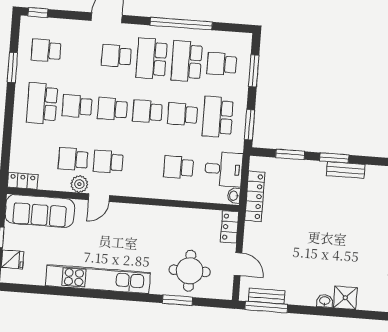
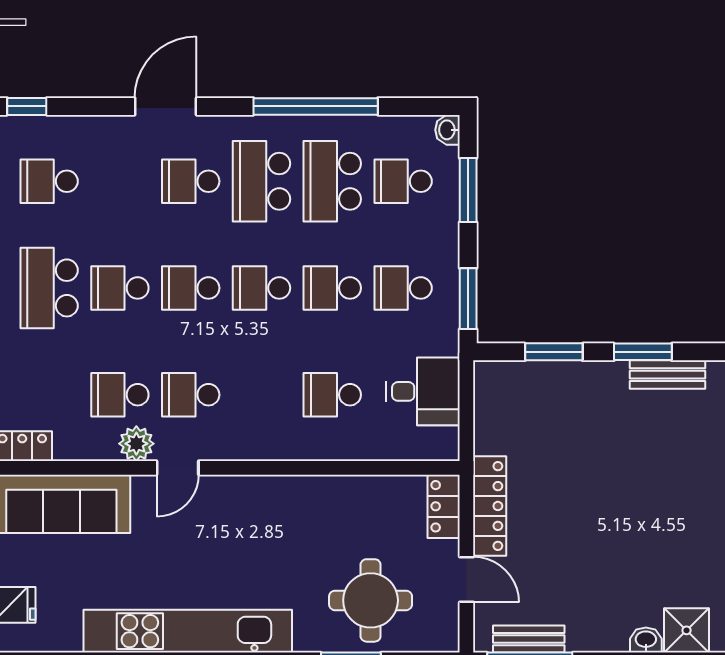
school desk: (218, 117) -> (403, 288), width x0.54
washbasin: (234, 196) -> (448, 130), moved
locker: (255, 196) -> (490, 506), moved

